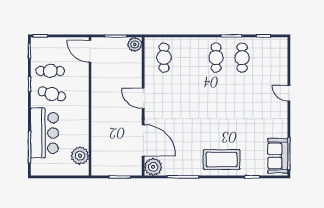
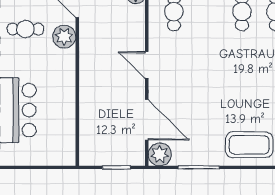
cafe table: (52, 94) -> (27, 59), removed
plant: (80, 156) -> (64, 37), moved

